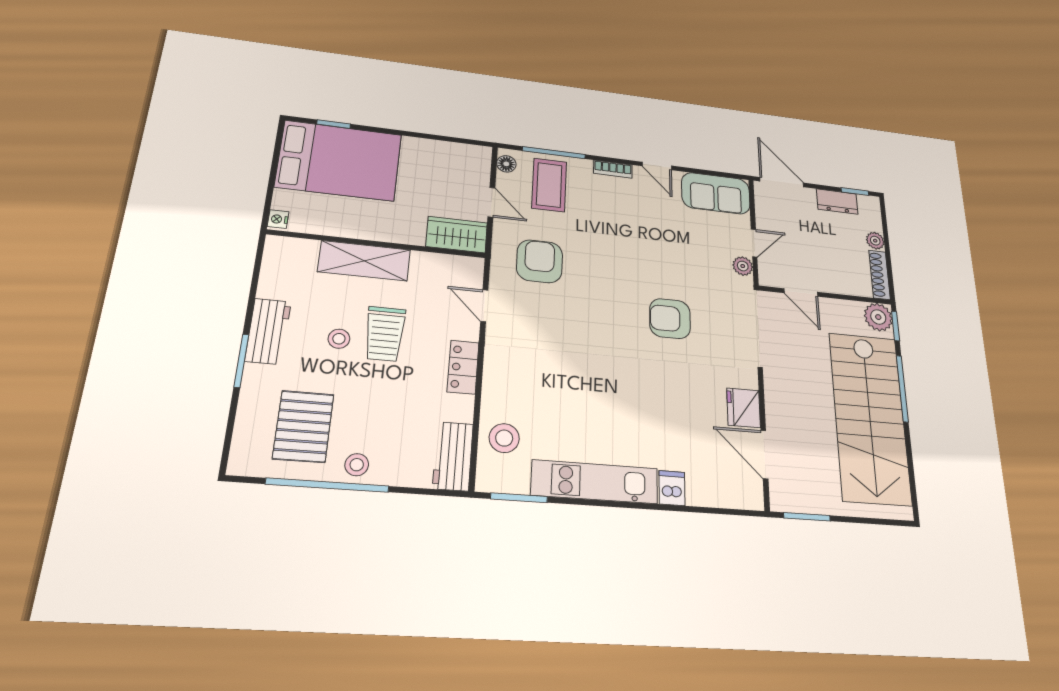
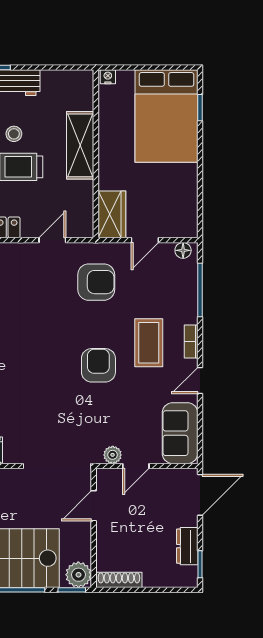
coffee table: (549, 185) -> (149, 343), moved, turned 90
plant: (875, 241) -> (152, 579), removed
door: (754, 243) -> (136, 466), hinge flipped
armchair: (670, 319) -> (98, 365), moved

